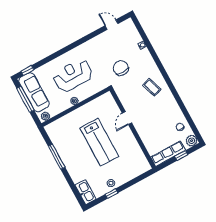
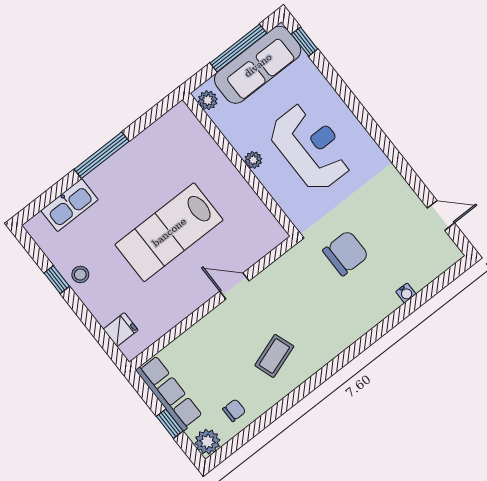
door: (112, 25) -> (441, 215), hinge flipped
coffee table: (152, 87) -> (274, 356), moved
window: (57, 157) -> (102, 155), moved
fridge: (137, 170) -> (121, 330), added
kitchen sink: (86, 192) -> (70, 205), moved

